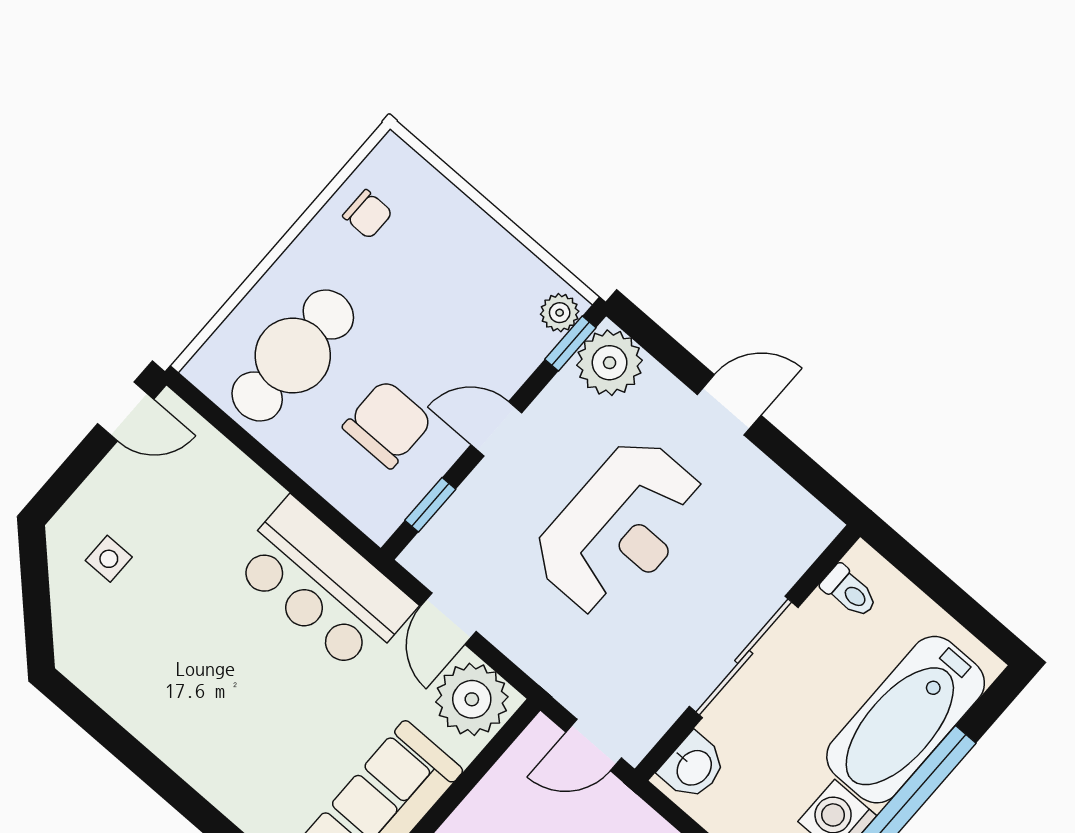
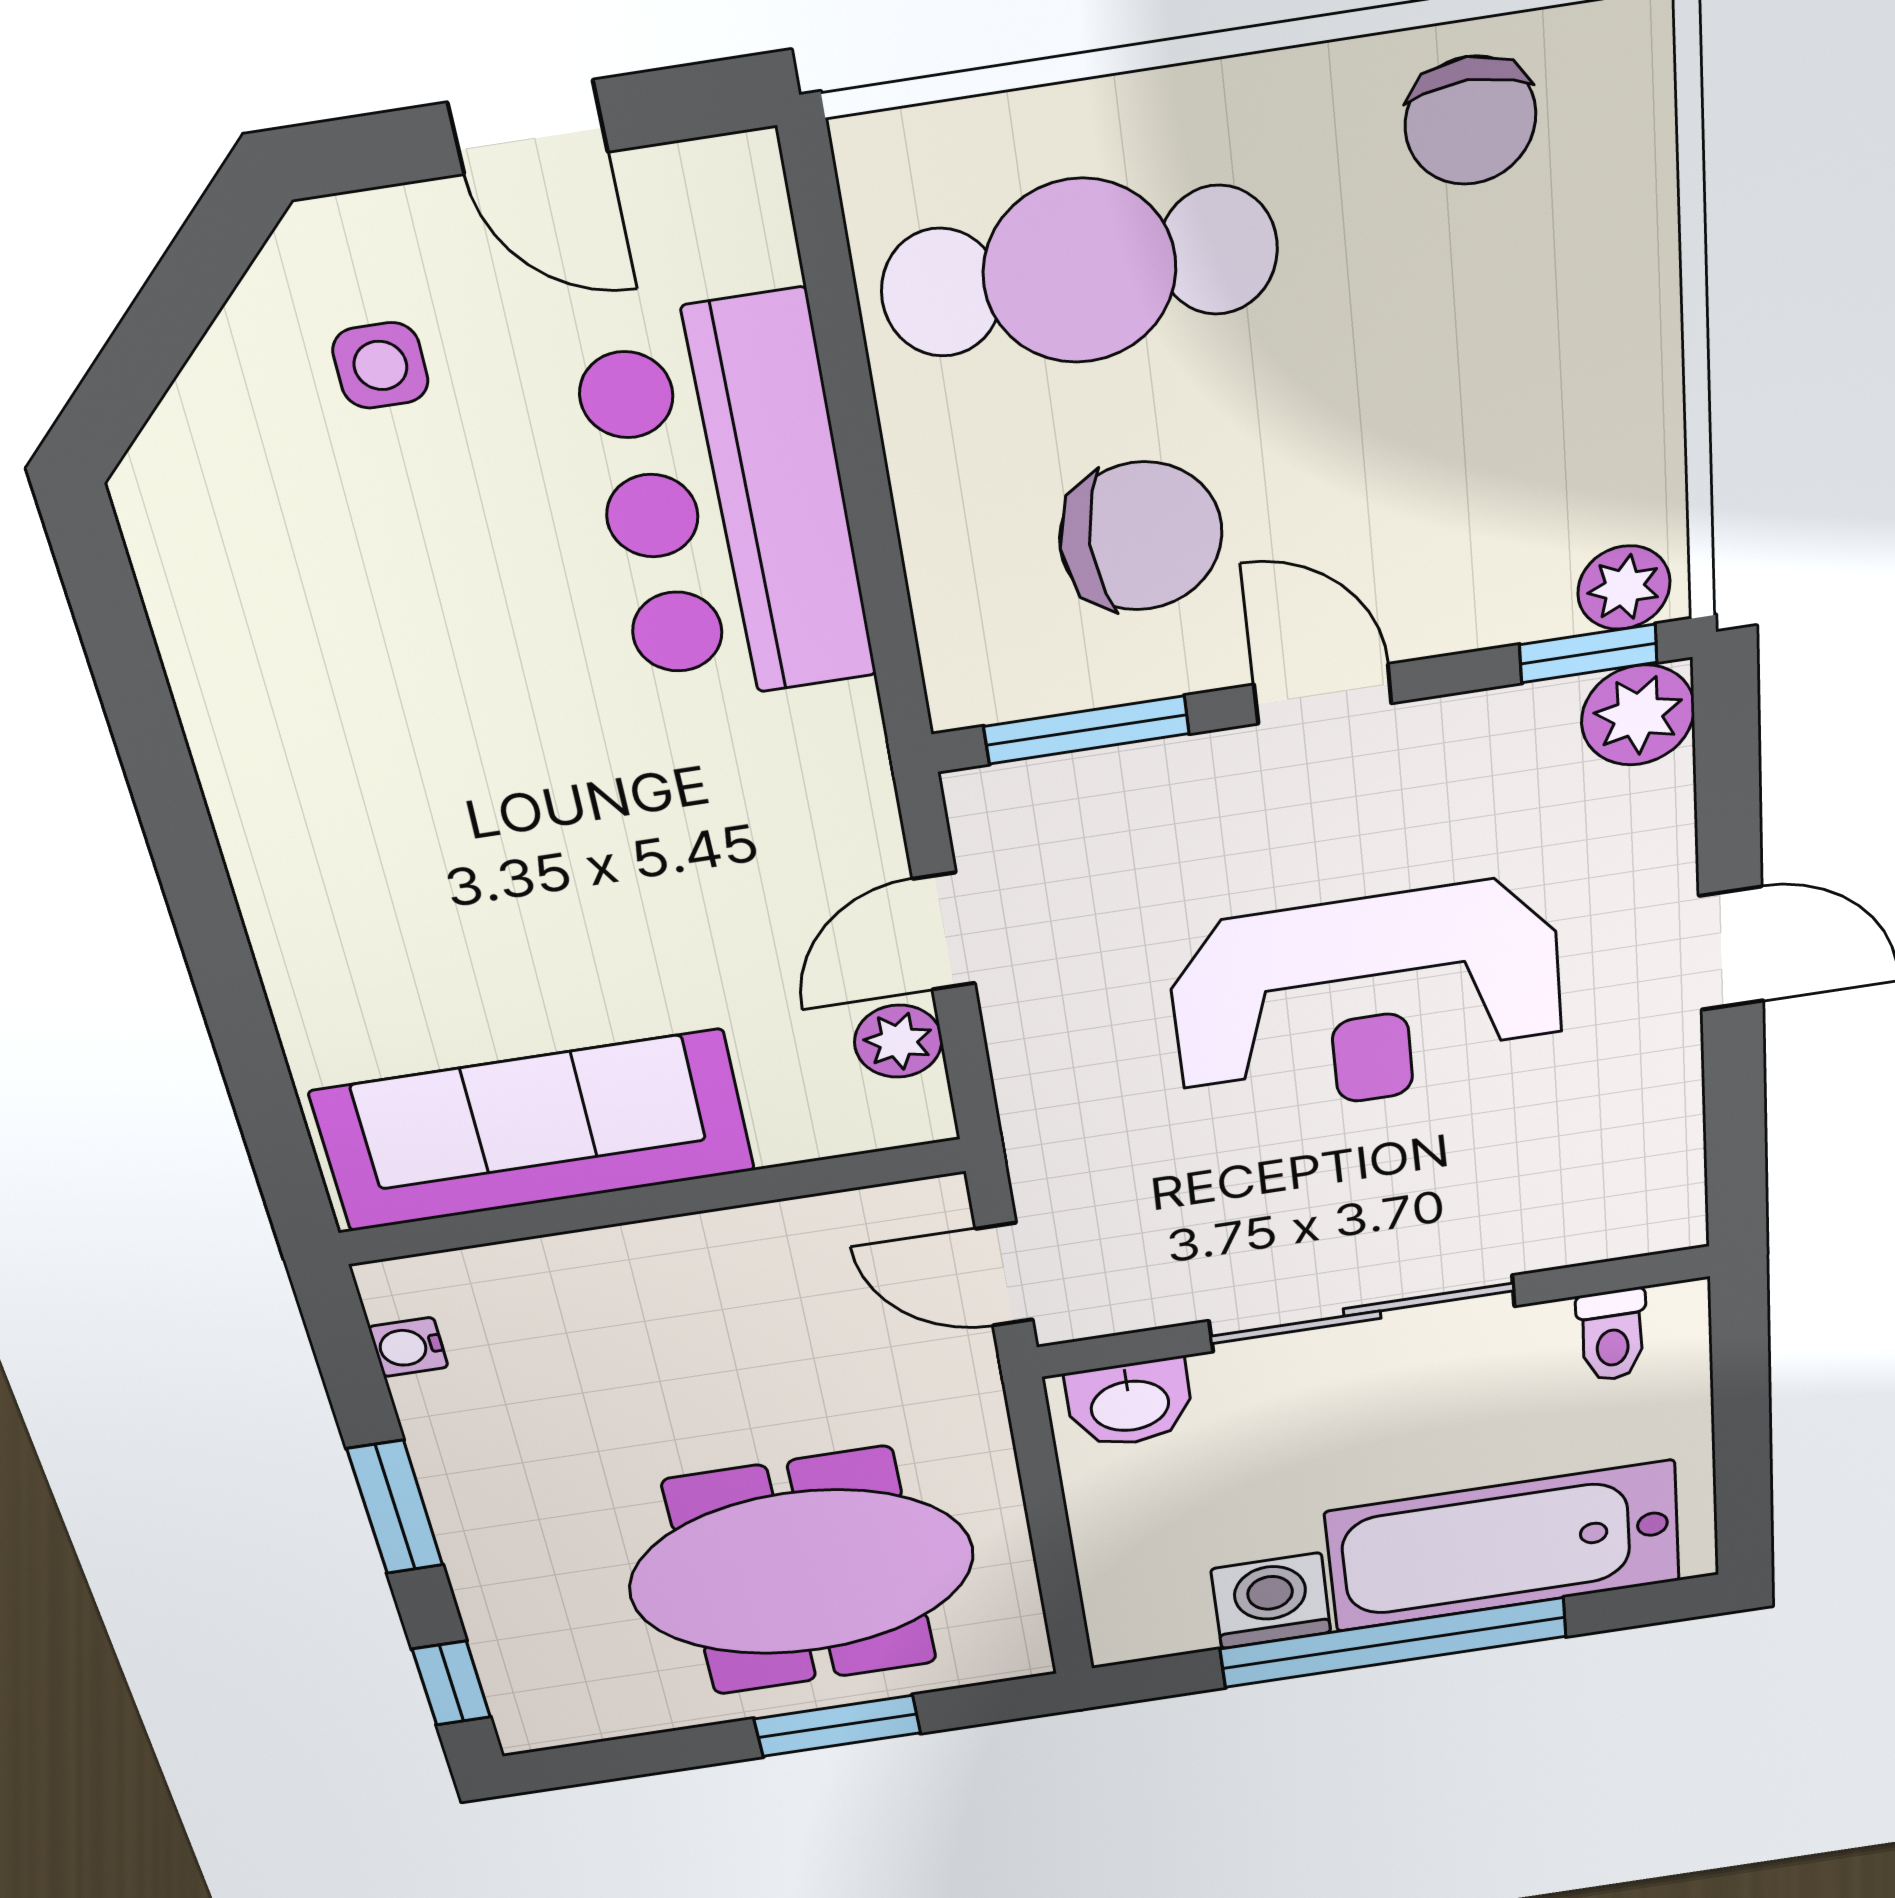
chair: (368, 214) -> (1470, 121), width x1.37, depth x1.37
plant: (610, 363) -> (1638, 715), width x0.73, depth x0.73
door: (126, 412) -> (528, 127), moved
window: (430, 505) -> (1087, 730), width x1.50
bar counter: (323, 585) -> (725, 505), moved
plant: (472, 699) -> (898, 1041), width x0.53, depth x0.53

